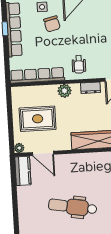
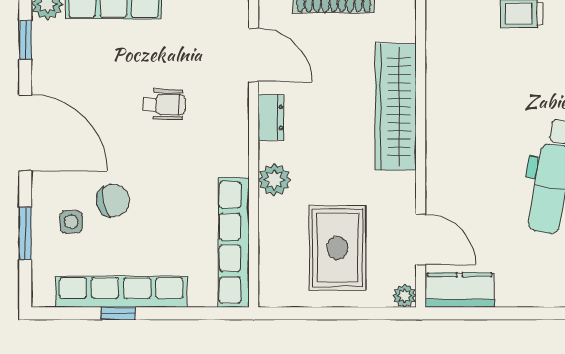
wheelchair: (79, 64) -> (164, 104), moved
door: (43, 153) -> (421, 240), hinge flipped

